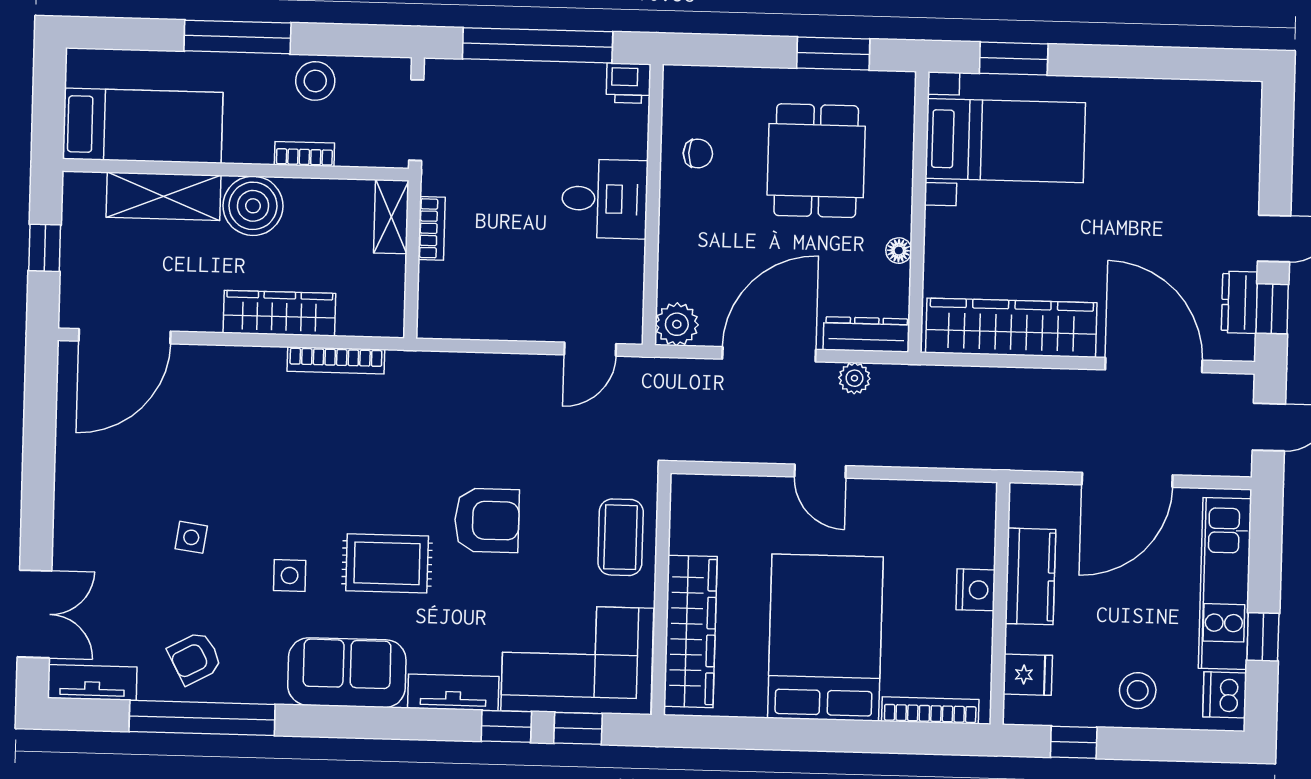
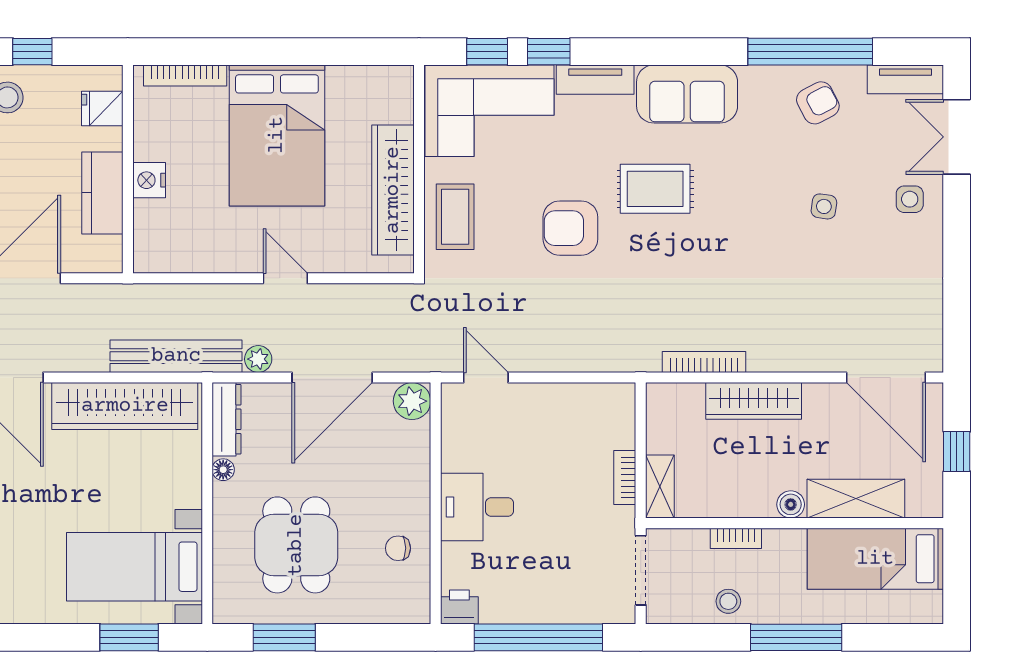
stool: (315, 81) -> (728, 601), width x0.73, depth x0.73
boiler: (253, 206) -> (791, 504), width x0.54, depth x0.54
dresser: (866, 334) -> (227, 419), moved, turned -90
door: (125, 336) -> (886, 378), swing flipped
door: (590, 349) -> (486, 378), hinge flipped
bench: (950, 384) -> (176, 356), added
side table: (290, 575) -> (910, 199), moved
wardrobe: (690, 631) -> (393, 190), moved
window: (1074, 742) -> (32, 52), moved

